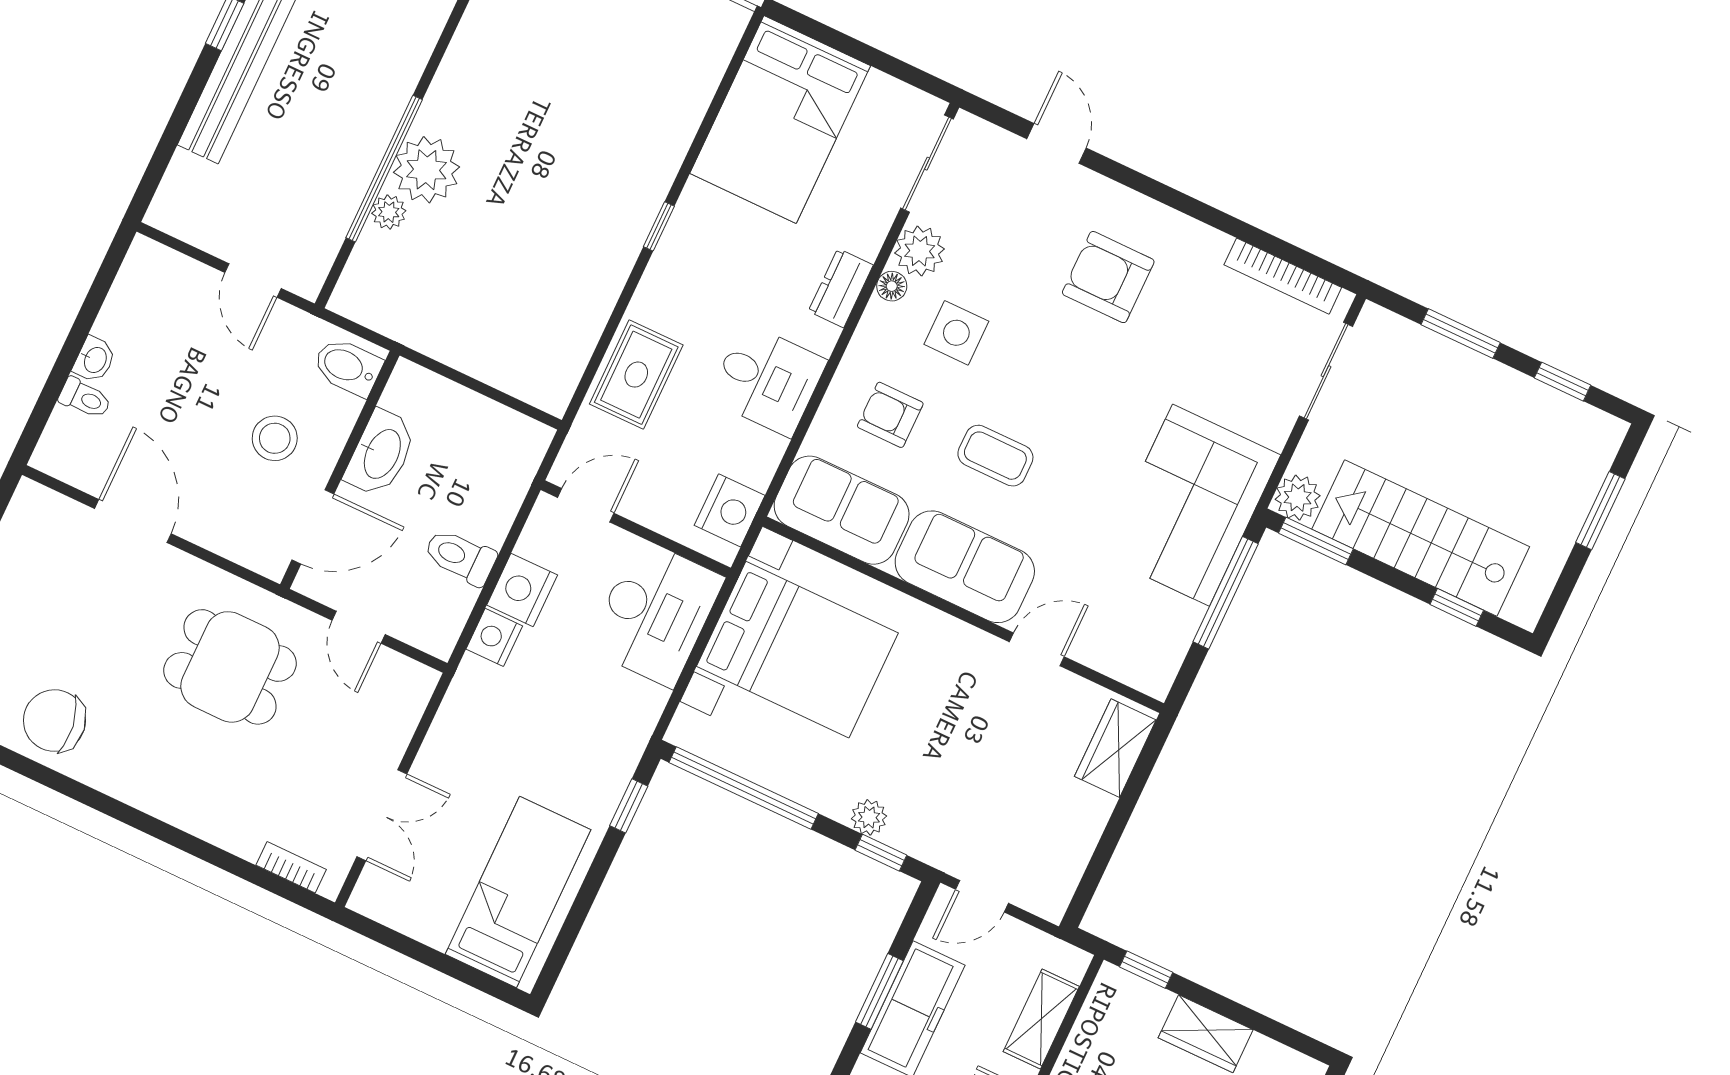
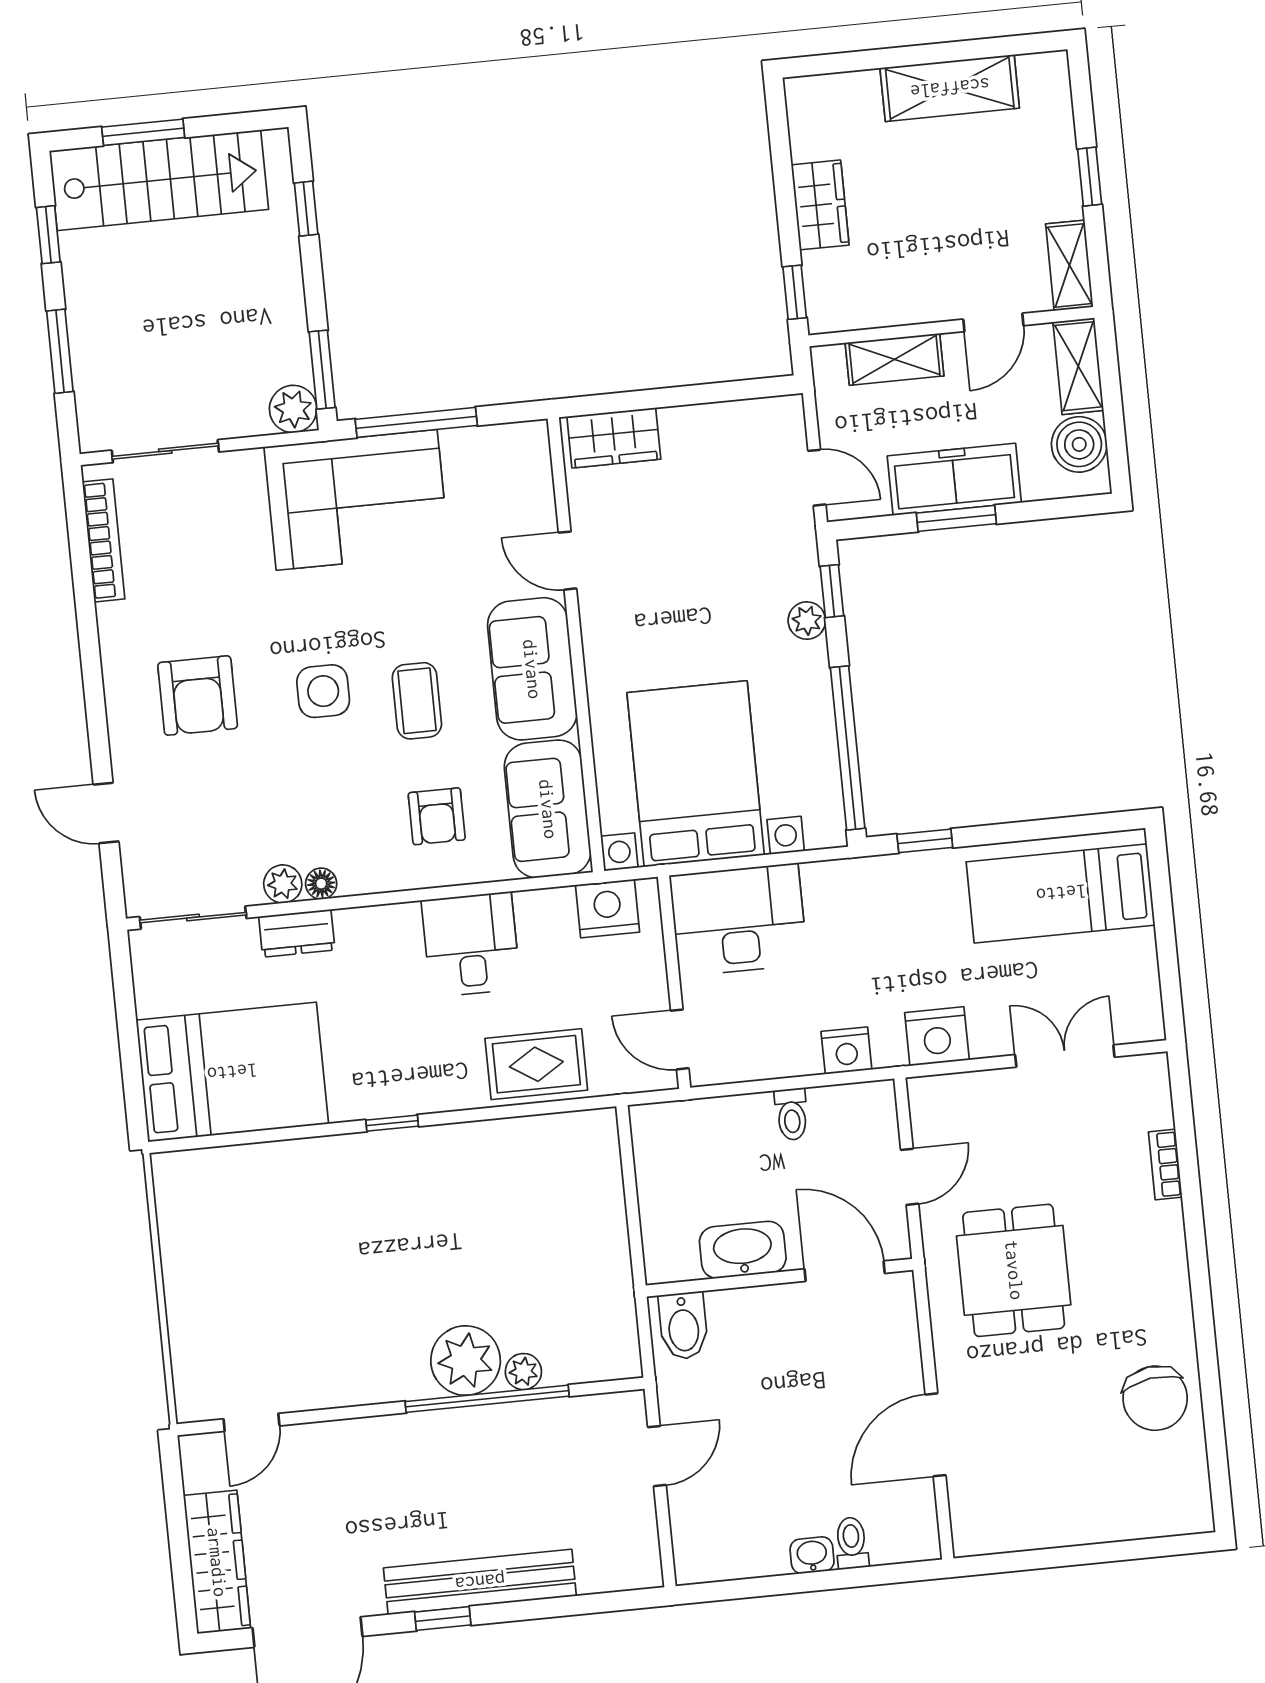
door: (1056, 143) -> (106, 813), hinge flipped
plant: (920, 251) -> (283, 884), width x0.73, depth x0.73
dresser: (841, 288) -> (297, 933), moved
side table: (956, 333) -> (323, 691), moved
stool: (275, 438) -> (786, 1352), removed
stairs: (1421, 538) -> (159, 180), moved, turned -90
toilet: (460, 557) -> (792, 1114), width x0.73, depth x0.72
nightstand: (522, 590) -> (937, 1036), moved
bookcase: (291, 867) -> (1165, 1165), moved

